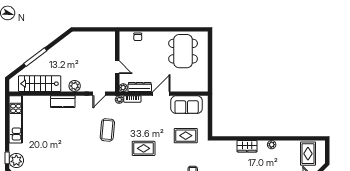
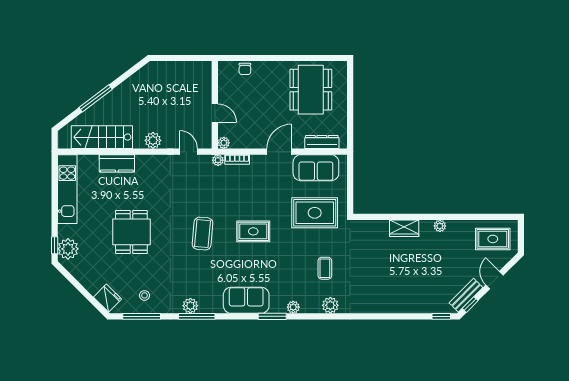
dresser: (140, 87) -> (322, 142), moved
door: (99, 94) -> (188, 152), swing flipped
kitchen counter: (63, 102) -> (117, 163), moved
coffee table: (107, 130) -> (203, 234), moved
rug: (186, 136) -> (315, 213), width x1.36, depth x1.43
dining table: (60, 149) -> (131, 232), added
rug: (308, 154) -> (493, 239), turned 90

